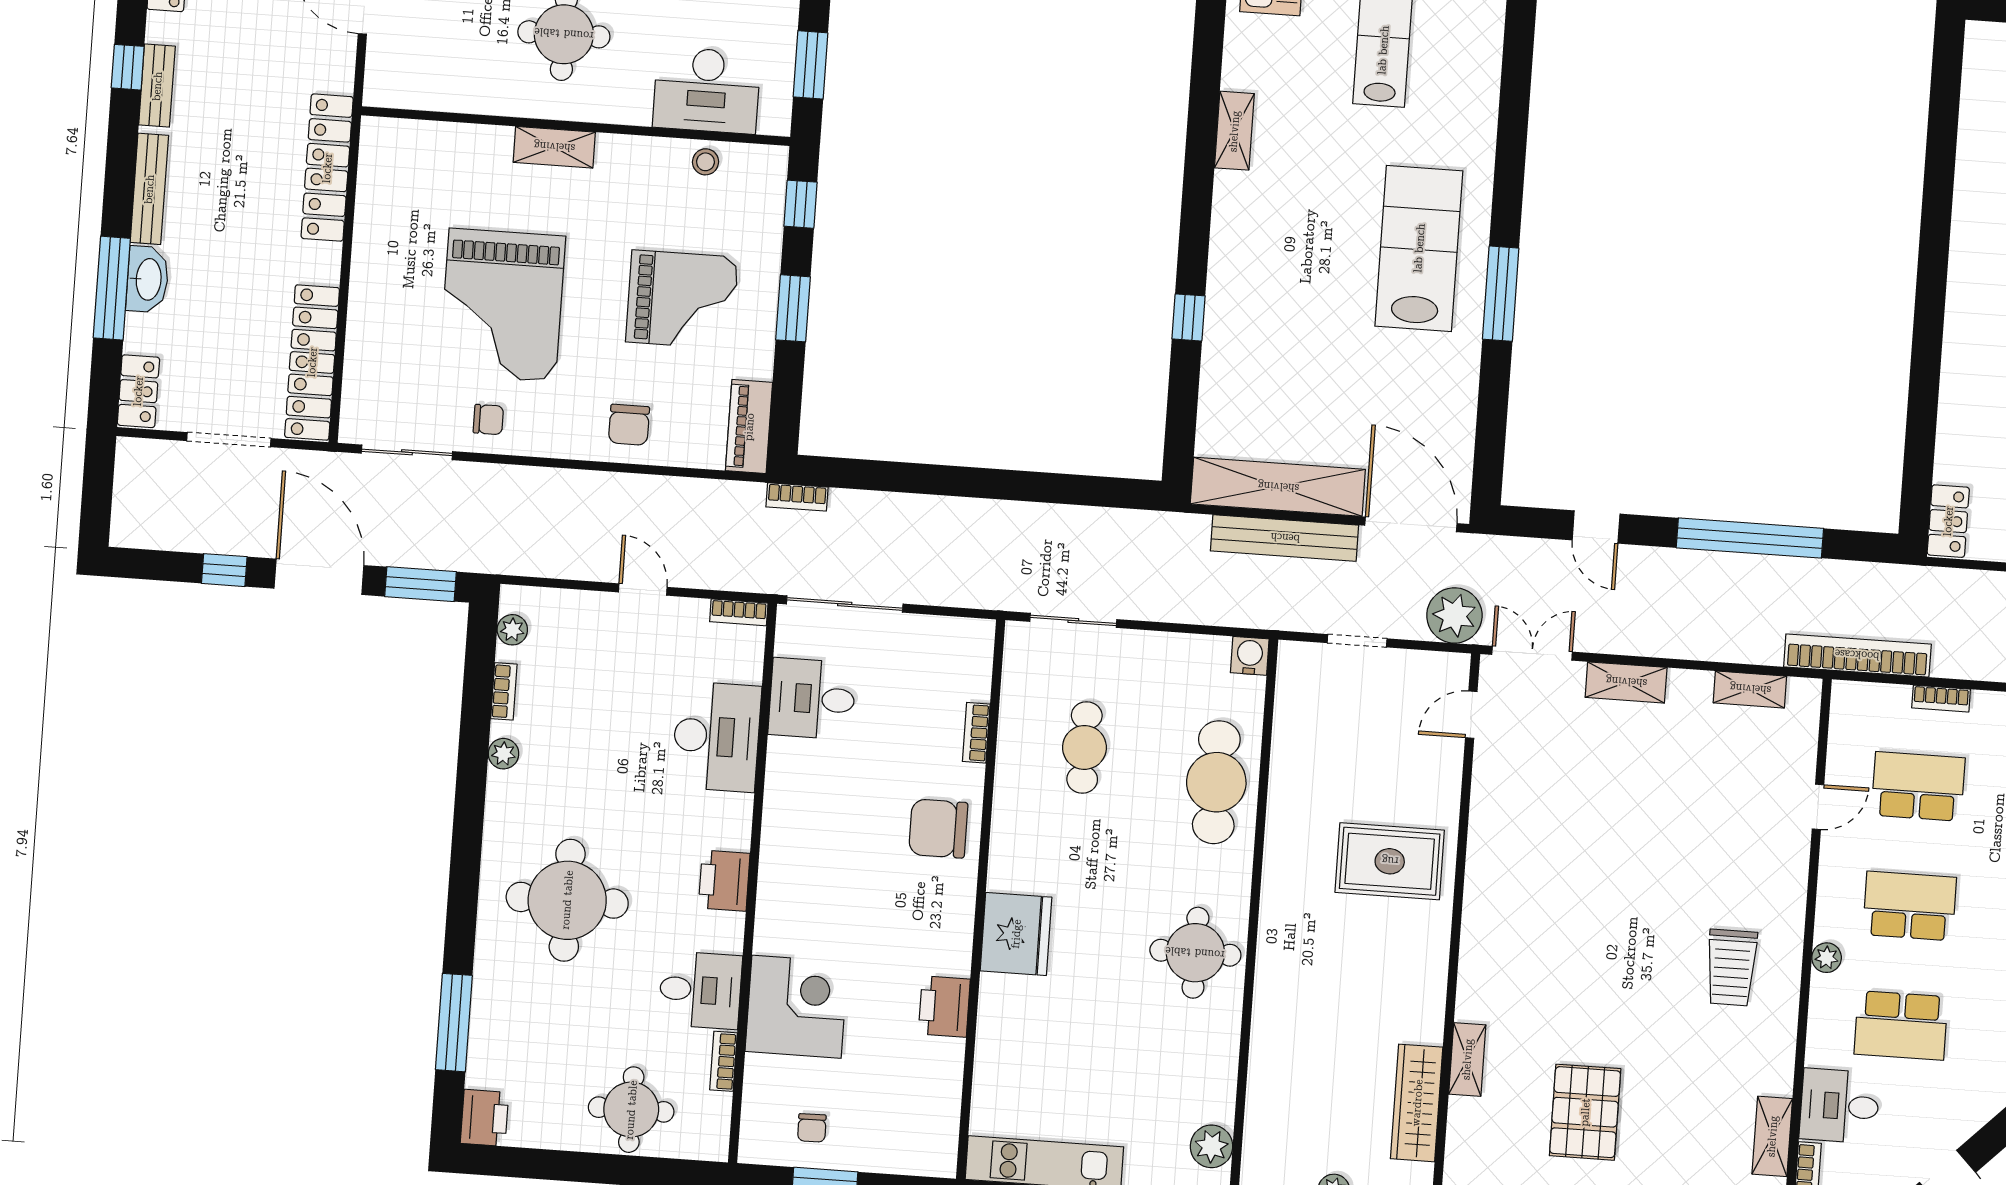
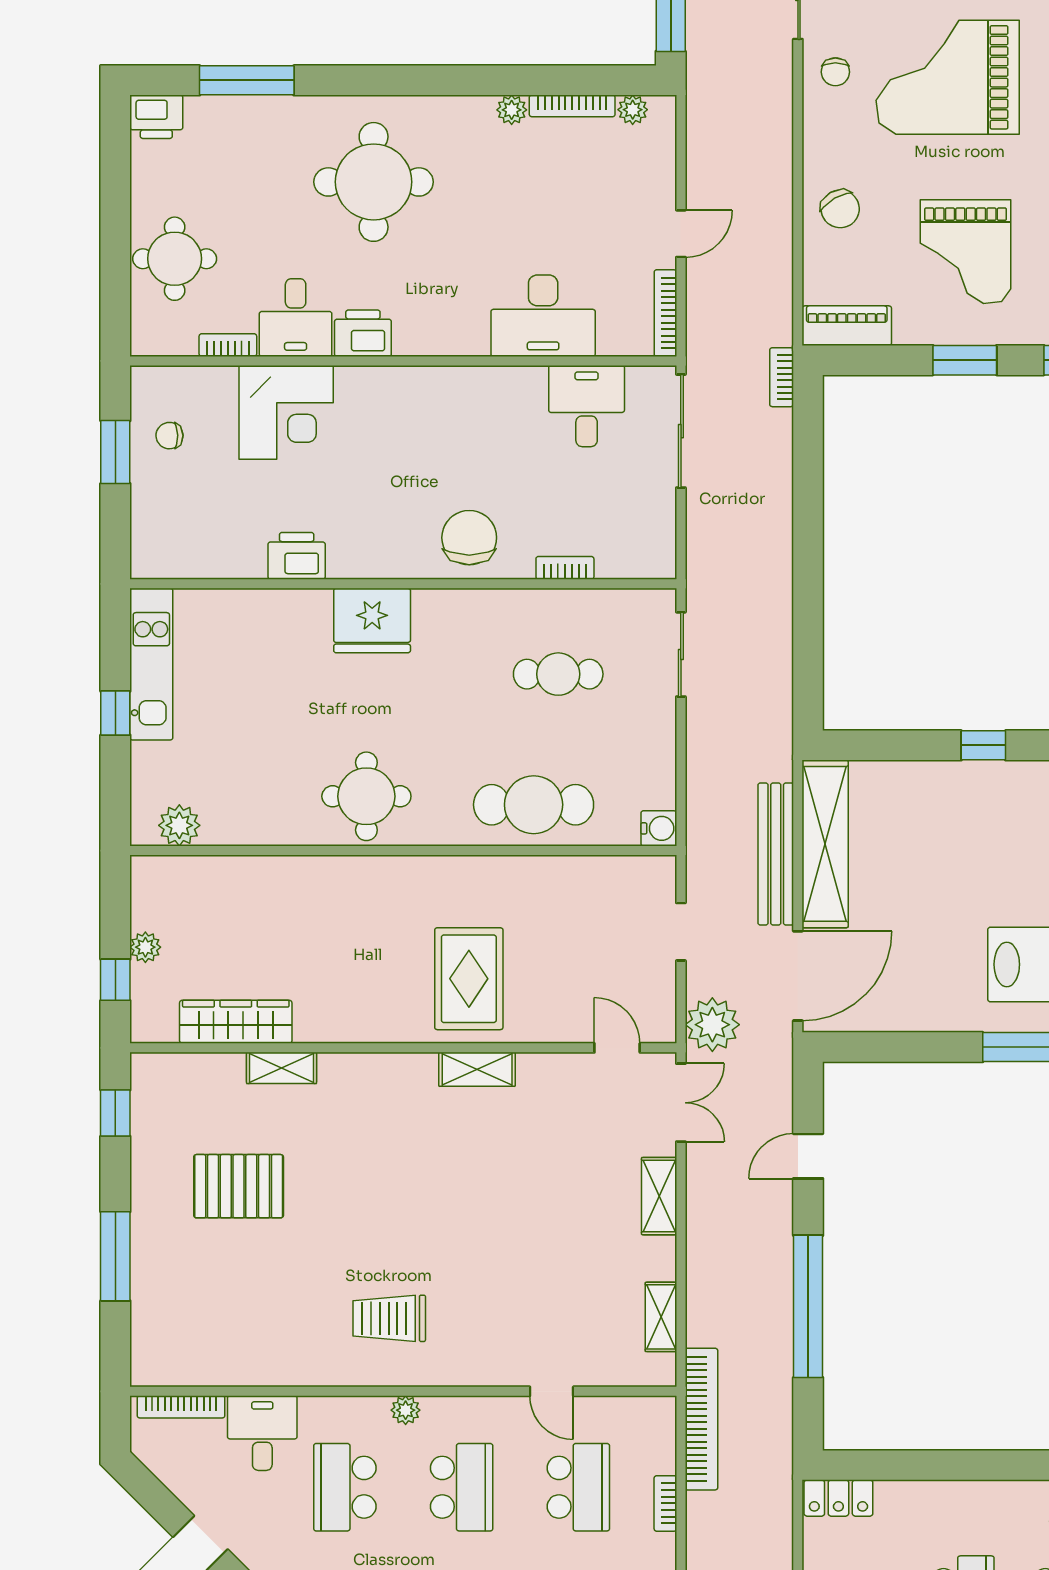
chair: (629, 425) -> (840, 209), turned -120
bookcase: (739, 612) -> (665, 313), width x1.56
bookcase: (504, 691) -> (572, 106), width x1.56
printer: (724, 881) -> (363, 333), moved
shelving: (1772, 1136) -> (477, 1069), moved

